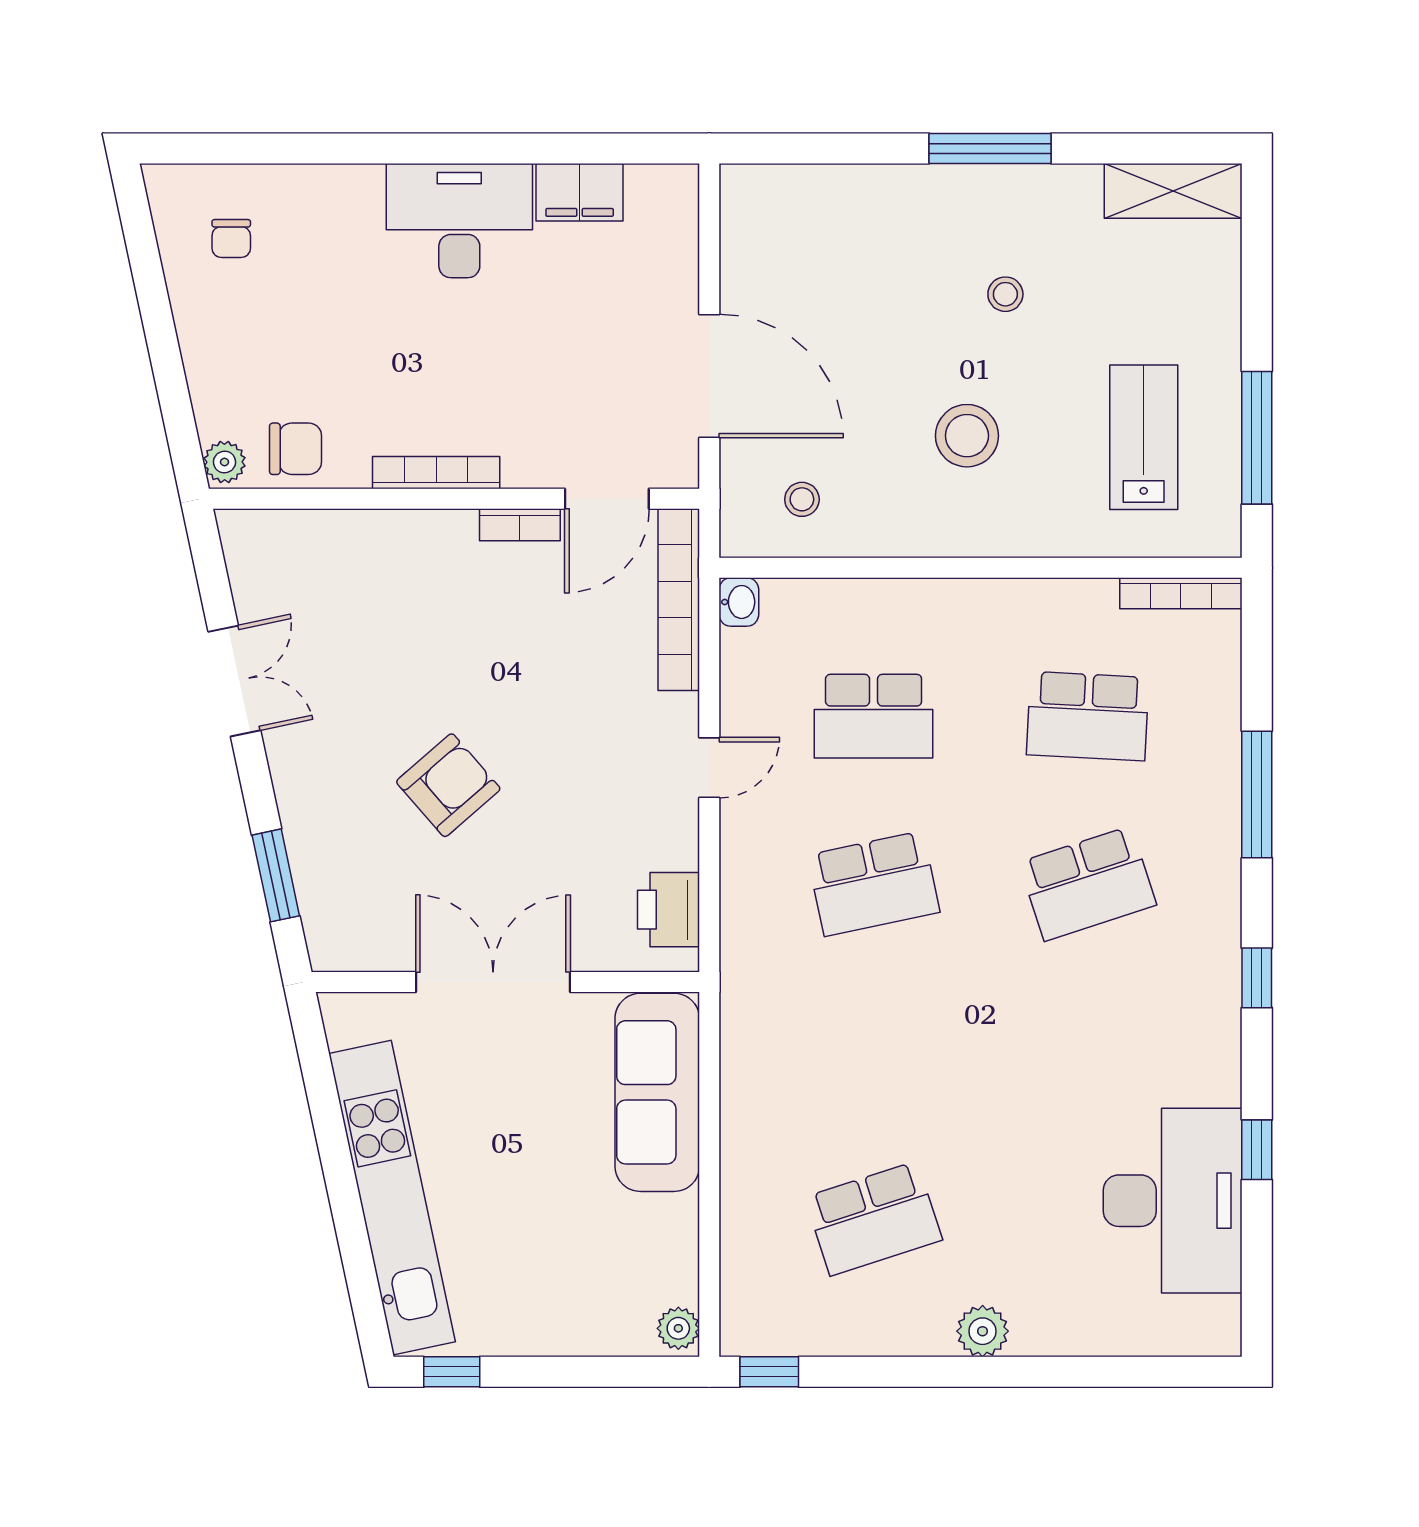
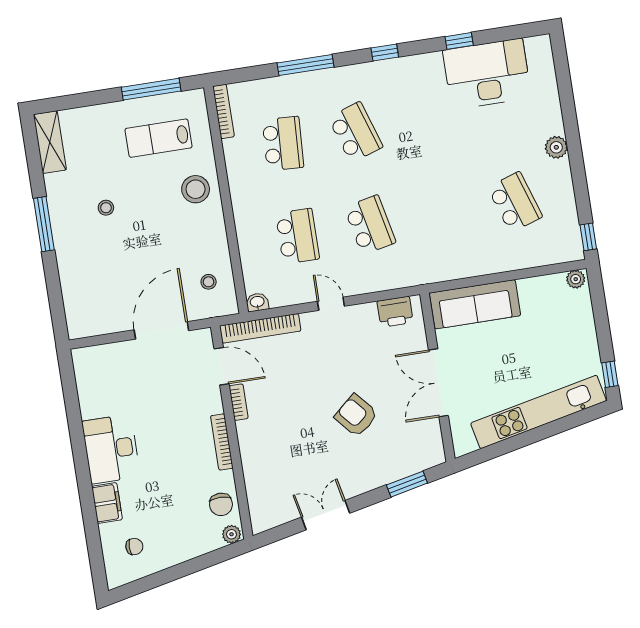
filing cabinet: (580, 192) -> (107, 503), moved
stool: (967, 436) -> (196, 189), moved
chair: (296, 449) -> (221, 504), turned 180

